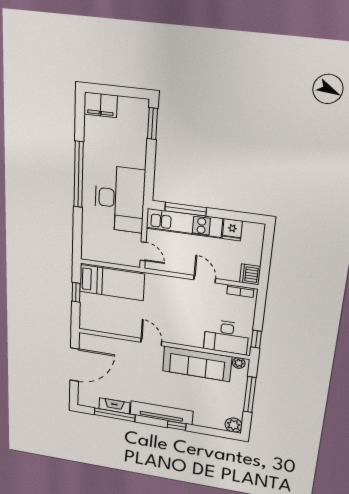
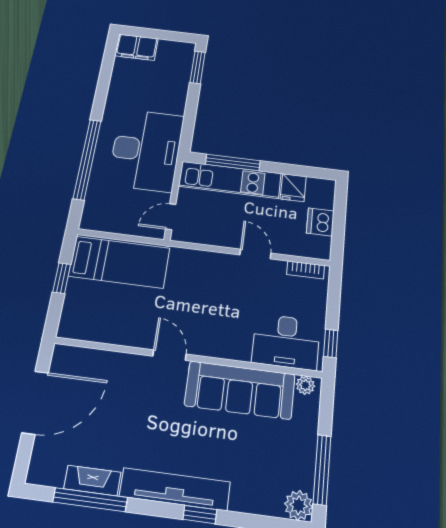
window: (79, 175) -> (87, 159), moved
door: (143, 251) -> (171, 217), swing flipped
dishwasher: (250, 274) -> (320, 222), moved
window: (250, 395) -> (322, 470), moved

